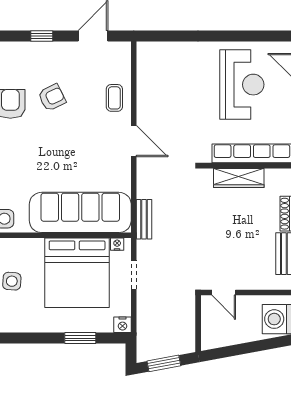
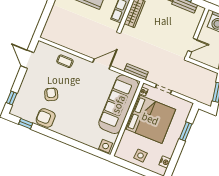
window: (42, 36) -> (12, 98), moved
door: (134, 141) -> (102, 64), moved
nightstand: (123, 325) -> (165, 162), moved

